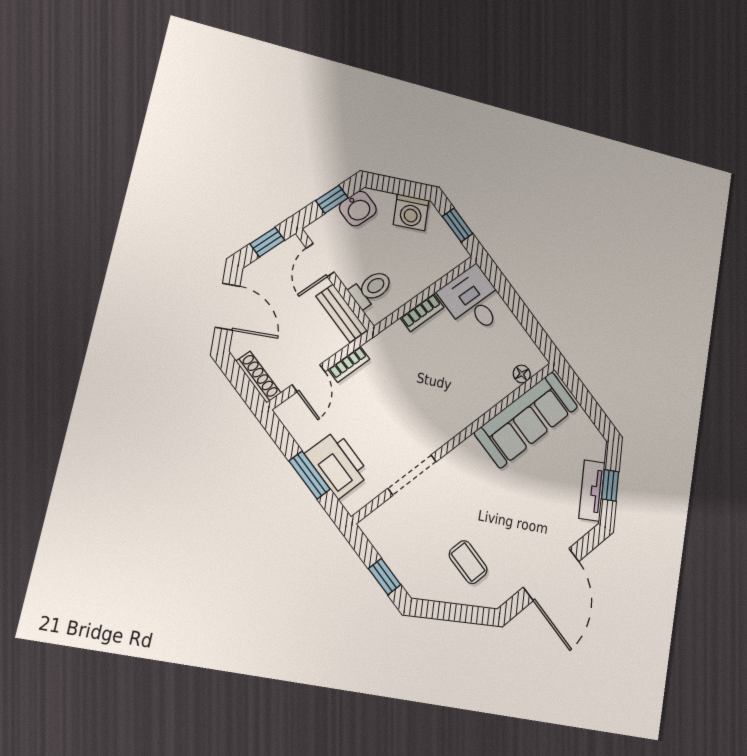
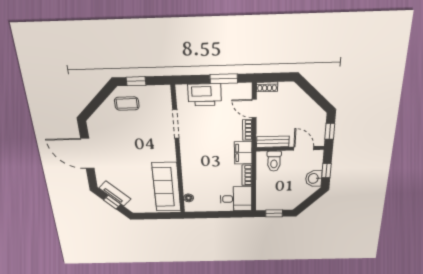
washing machine: (411, 212) -> (294, 199), removed
door: (228, 307) -> (315, 95), removed
filing cabinet: (389, 344) -> (243, 153), added
shoe rack: (258, 377) -> (267, 87), width x0.70
window: (310, 475) -> (224, 79), moved
coffee table: (468, 562) -> (127, 104), moved

